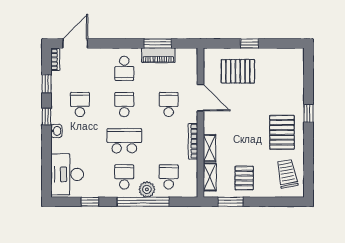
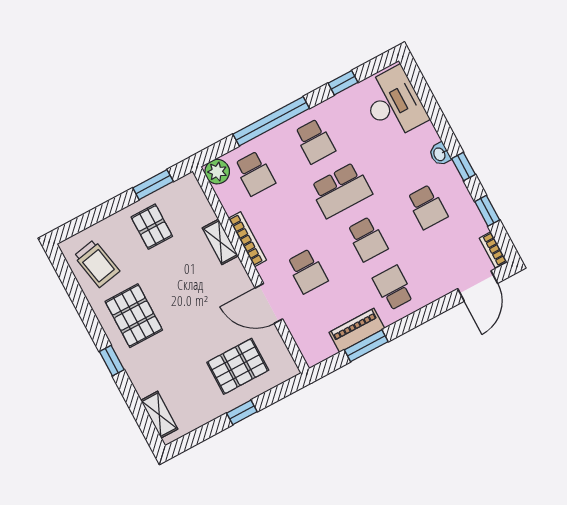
shelving: (210, 177) -> (159, 415), moved
plant: (147, 189) -> (217, 172), moved

